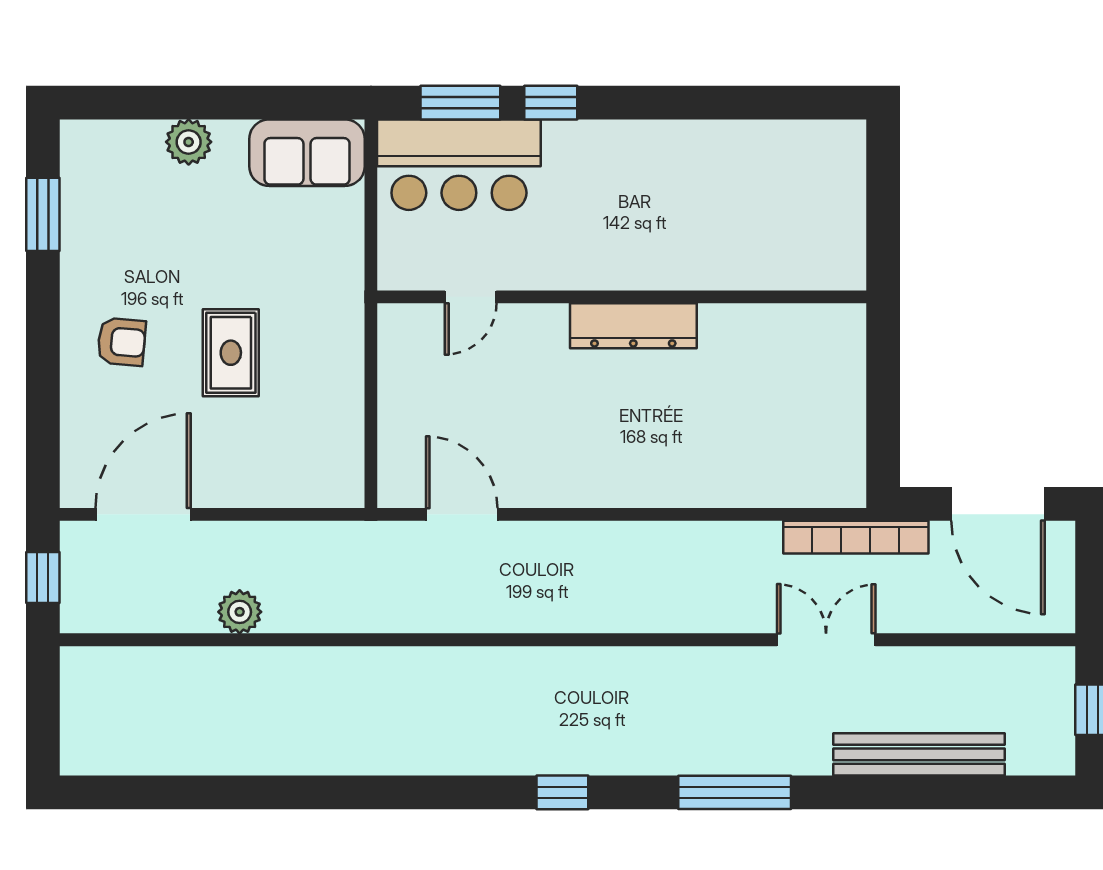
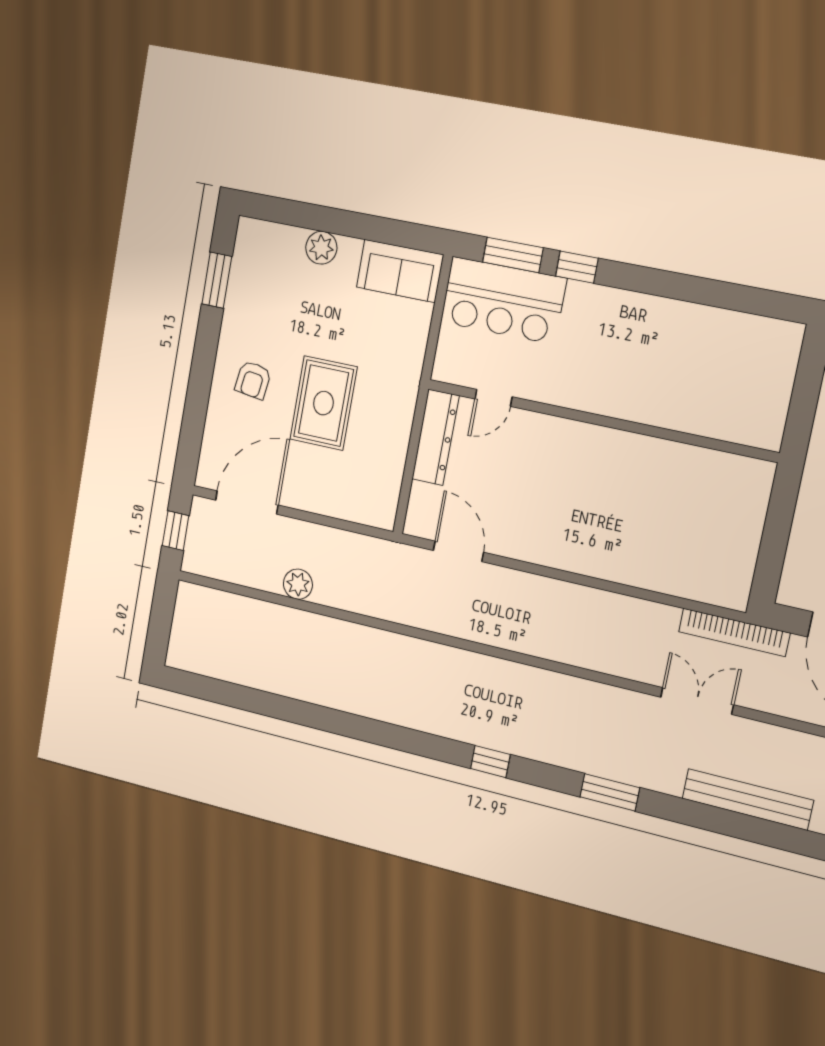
dresser: (633, 326) -> (435, 437), moved, turned -90
armchair: (122, 342) -> (253, 380), turned 93
rug: (231, 353) -> (323, 403), width x1.36, depth x1.43
window: (735, 792) -> (610, 792), width x0.69

